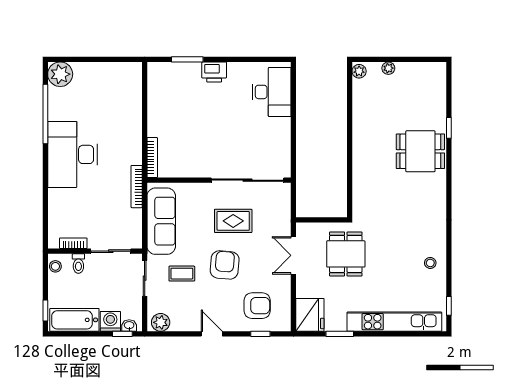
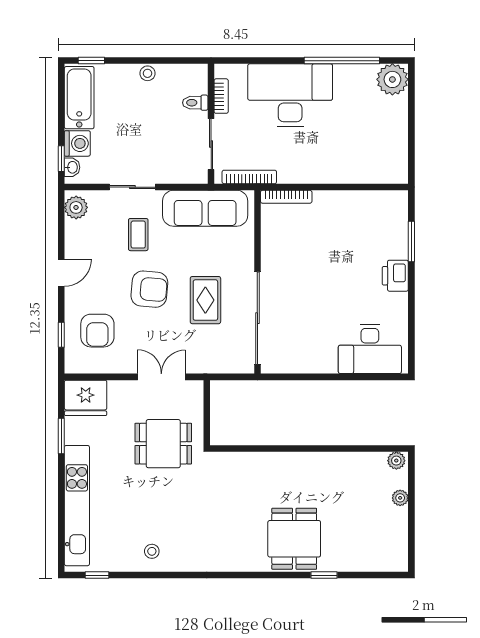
bookcase: (73, 243) -> (221, 96), moved
wall: (95, 251) -> (211, 124), moved
sliding door: (111, 251) -> (211, 144), moved
toilet: (78, 264) -> (195, 103), moved

